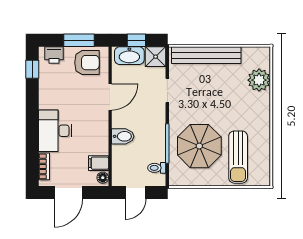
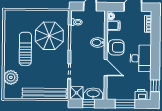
armchair: (87, 63) -> (116, 47), moved, turned 180
door: (110, 97) -> (106, 68), swing flipped
desk: (55, 131) -> (141, 58), moved
sun lounger: (238, 157) -> (25, 49), moved

